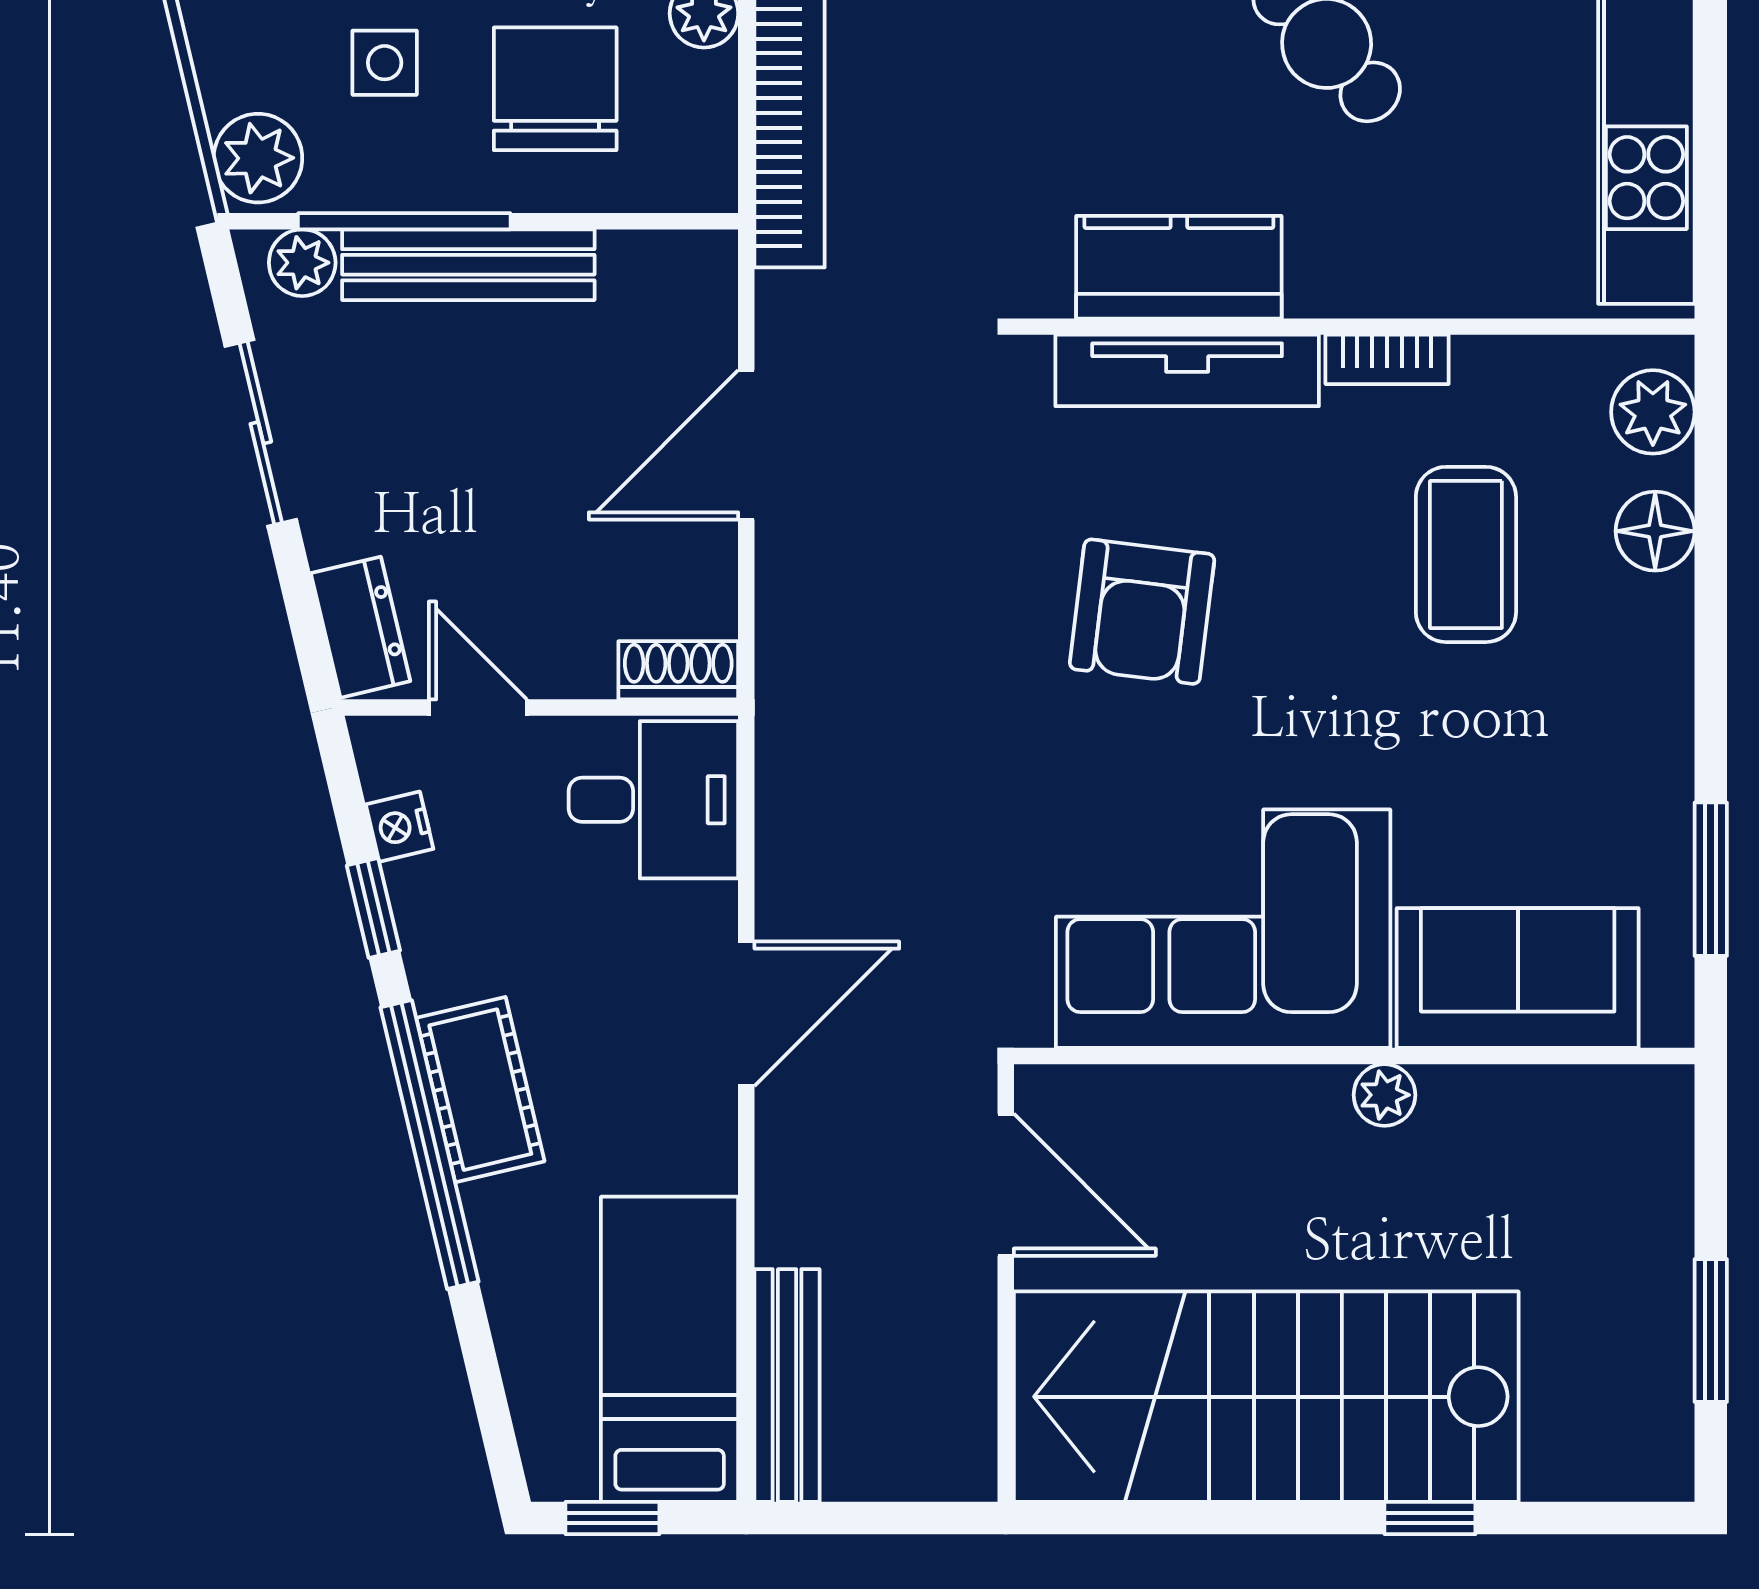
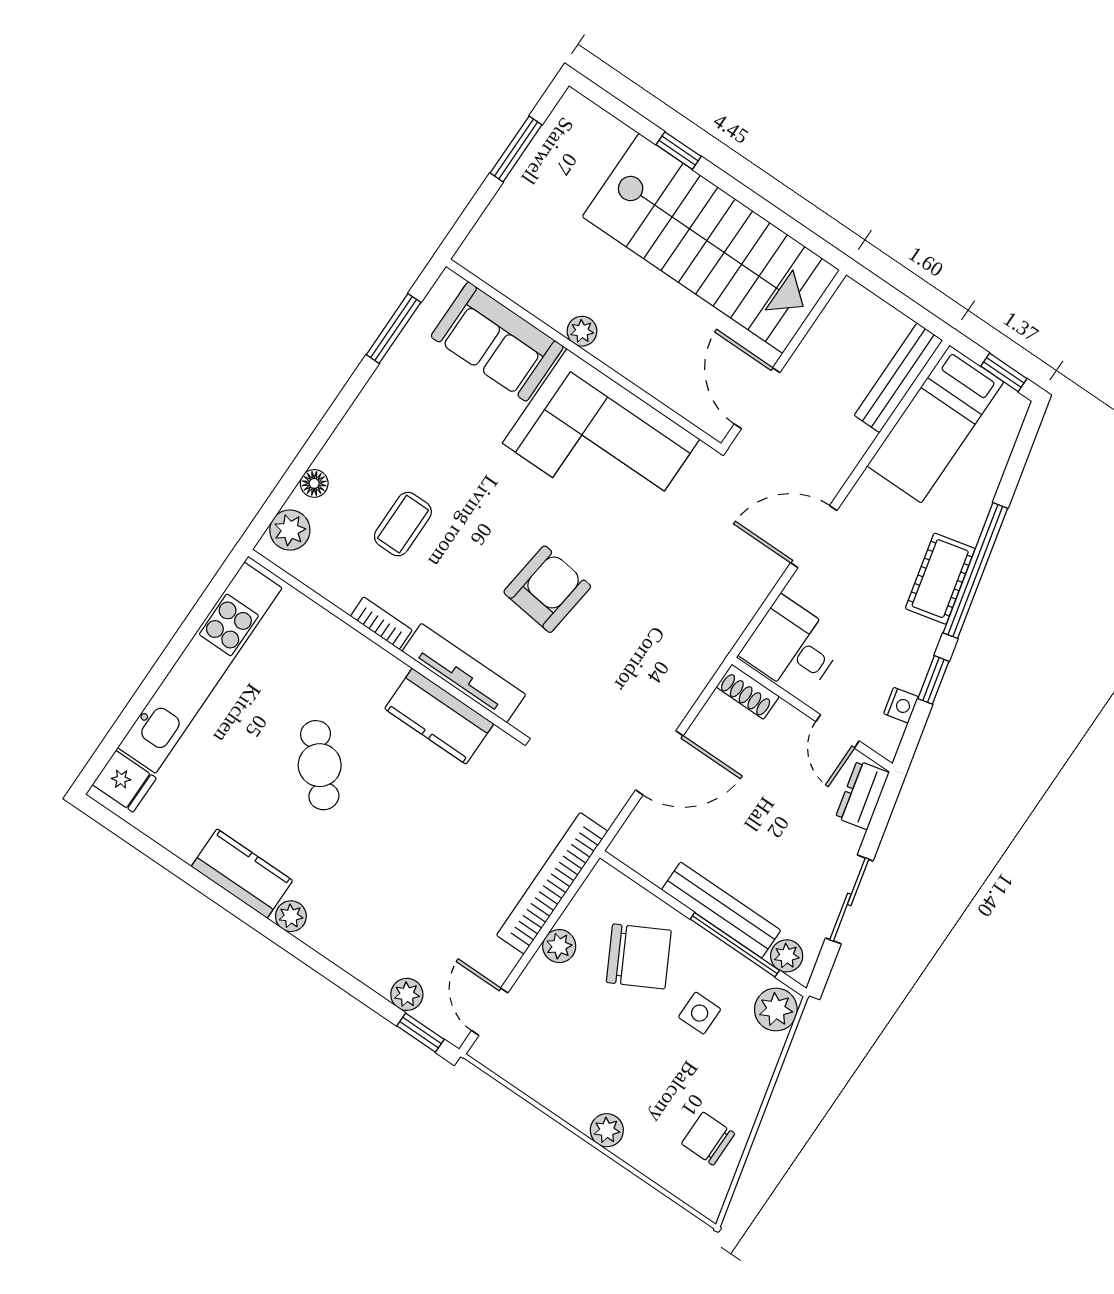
chair: (555, 89) -> (639, 956), turned -118
floor lamp: (1655, 531) -> (314, 483), width x0.73, depth x0.73
coffee table: (1466, 554) -> (403, 524), width x0.73, depth x0.77

